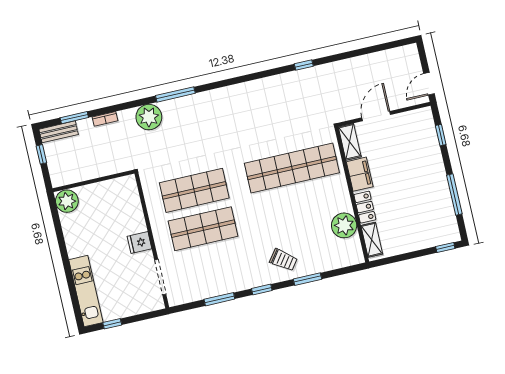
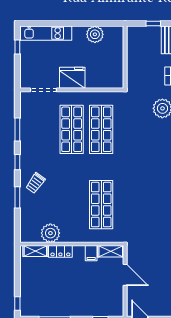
shop shelf: (292, 168) -> (101, 205), width x0.71
filing cabinet: (360, 174) -> (91, 253), width x0.50
plant: (67, 201) -> (95, 34), moved
fridge: (139, 243) -> (72, 78), width x1.88, depth x1.34

